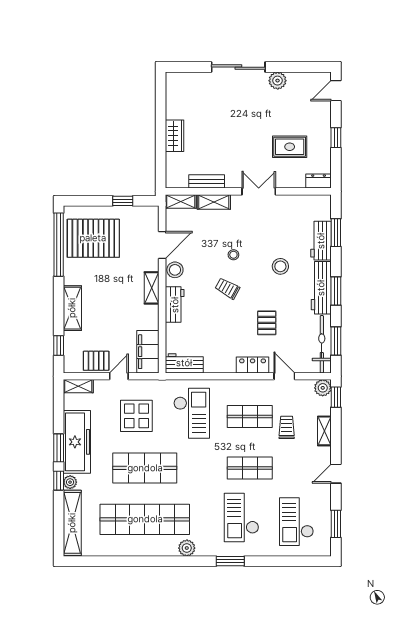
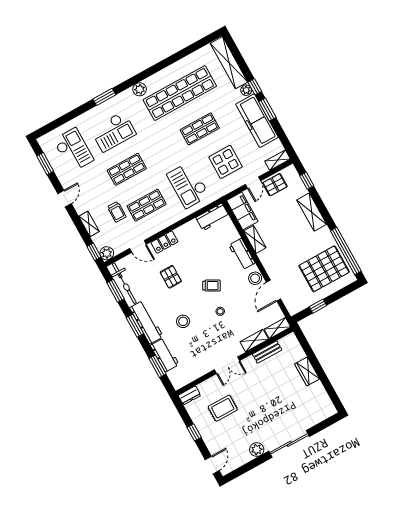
shelving: (152, 288) -> (255, 239), moved
shop shelf: (145, 468) -> (200, 129), width x0.70, depth x0.74
checkout: (241, 518) -> (113, 132), turned 90

